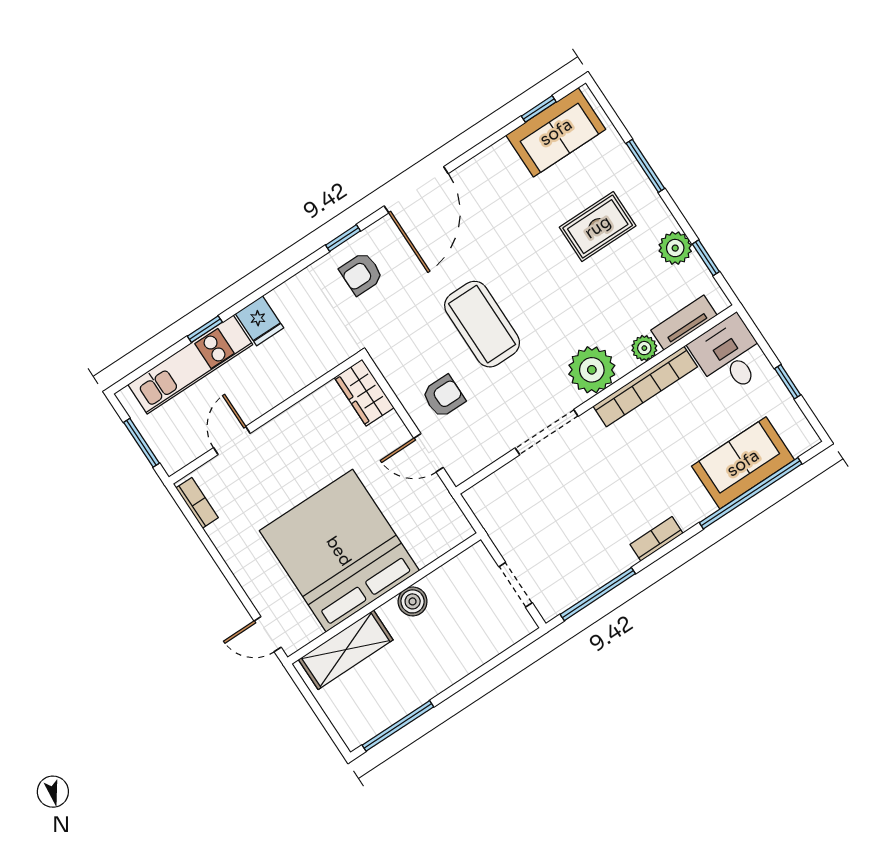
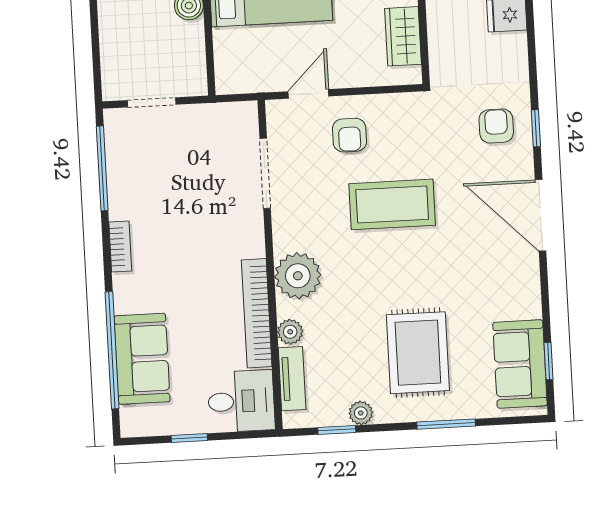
rug: (598, 227) -> (418, 353), width x1.36, depth x1.43
plant: (675, 248) -> (361, 413), width x0.73, depth x0.73
wardrobe: (364, 393) -> (403, 36), moved, turned -90
doorway: (547, 432) -> (265, 173), moved

